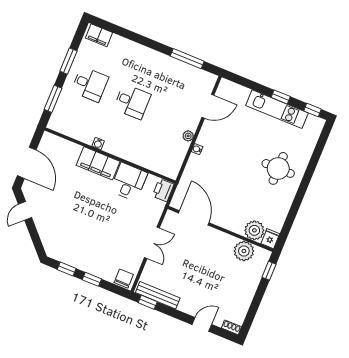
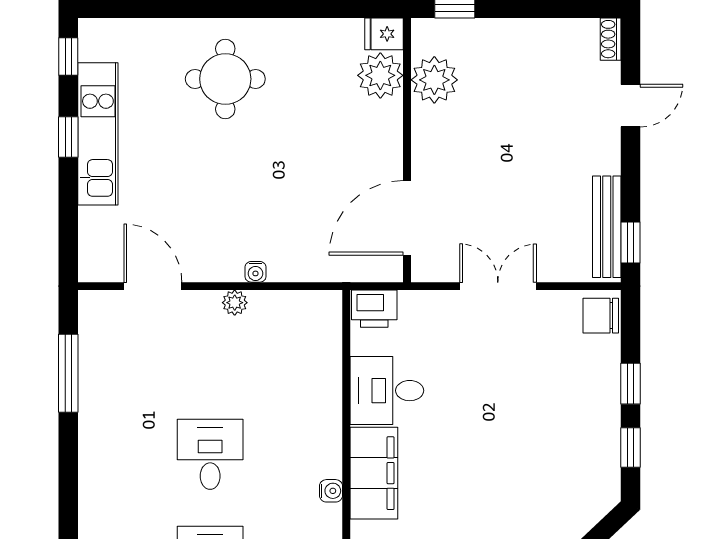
door: (202, 324) -> (631, 106), swing flipped

